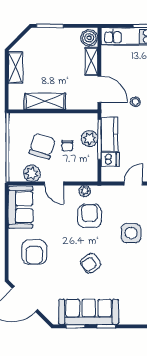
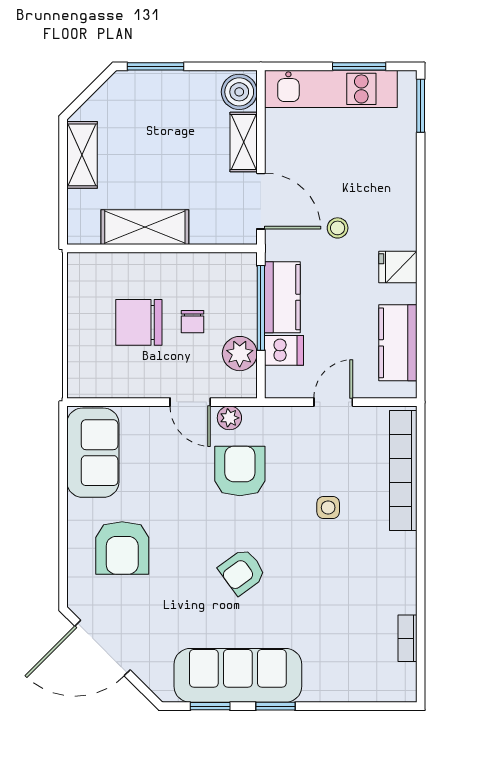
plant: (89, 139) -> (240, 354), moved
chair: (42, 146) -> (139, 322), turned -107
plant: (32, 173) -> (117, 381), removed
door: (54, 184) -> (190, 402), moved
side table: (131, 233) -> (328, 507), width x0.54, depth x0.54

